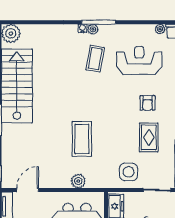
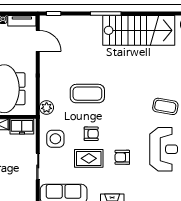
armchair: (123, 135) -> (91, 134), added
plant: (78, 181) -> (47, 108), moved

